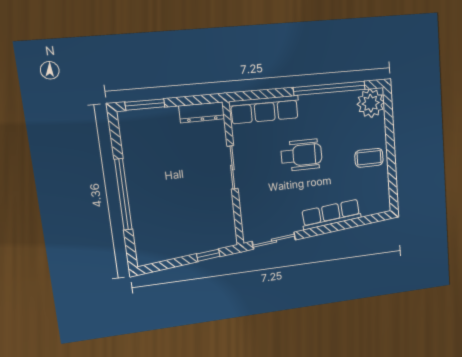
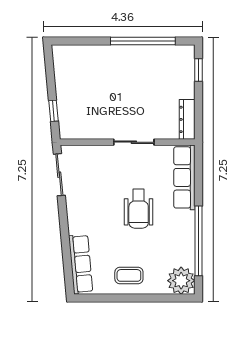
window: (145, 105) -> (199, 70), width x0.67
coffee table: (369, 158) -> (129, 275), turned 90
window: (123, 195) -> (143, 41), moved
row of seats: (331, 214) -> (81, 264), moved

